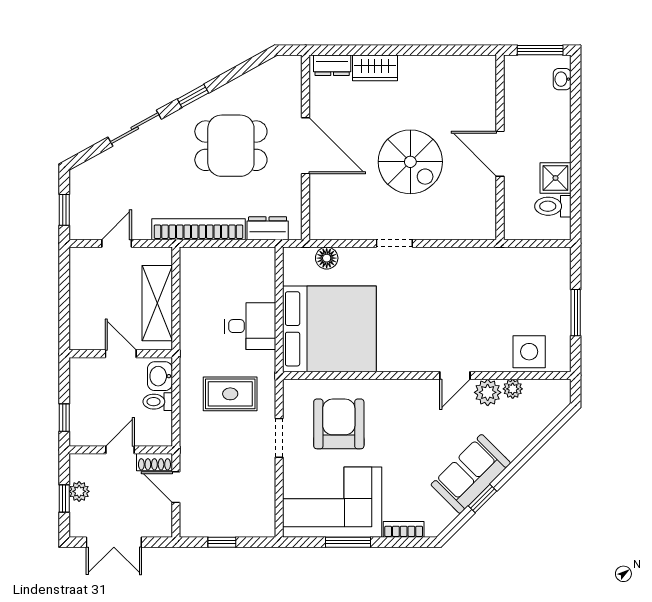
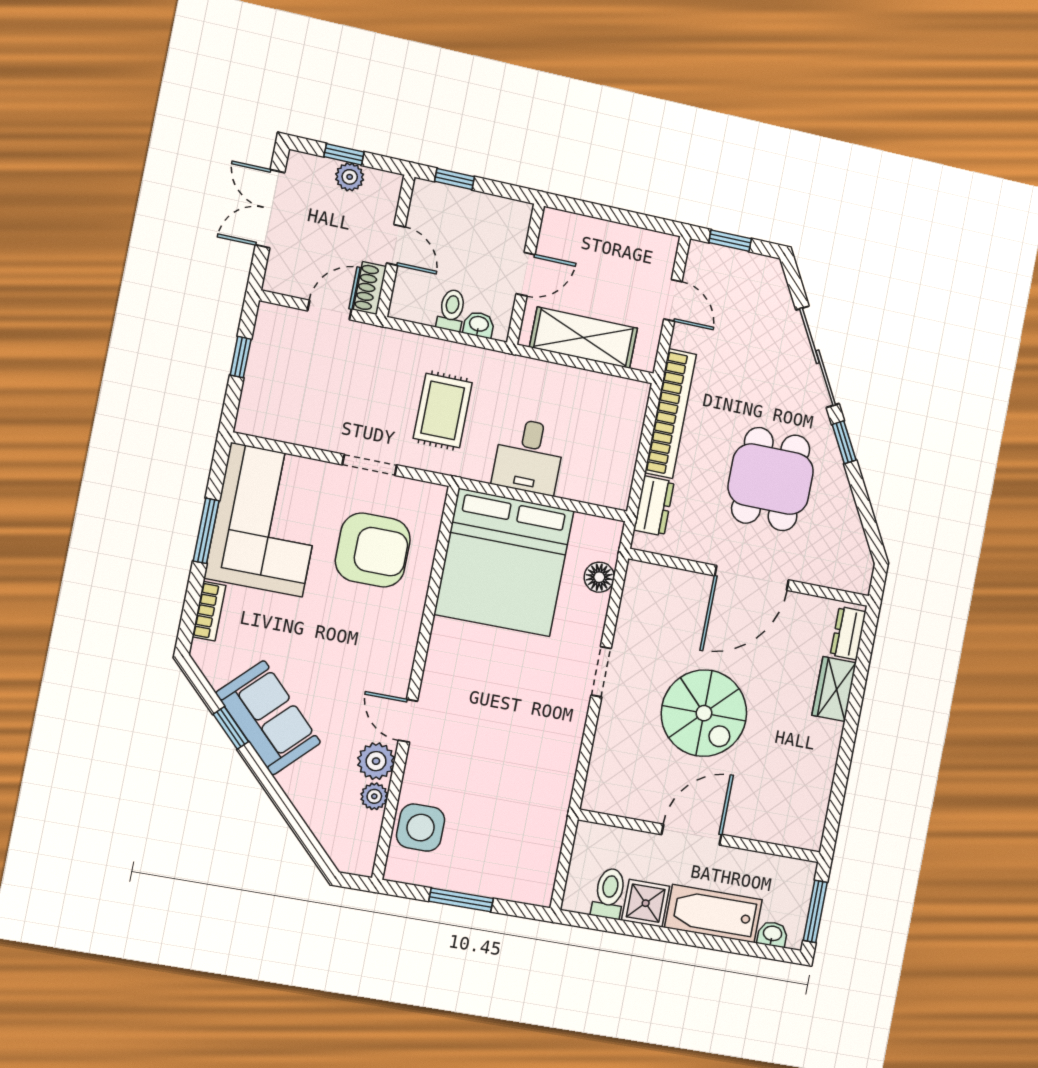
bathtub: (555, 126) -> (713, 914), added
sliding door: (135, 128) -> (818, 357), width x1.37
spiral stairs: (410, 162) -> (704, 713), turned -90
washbasin: (160, 376) -> (479, 325), width x0.72, depth x0.69

